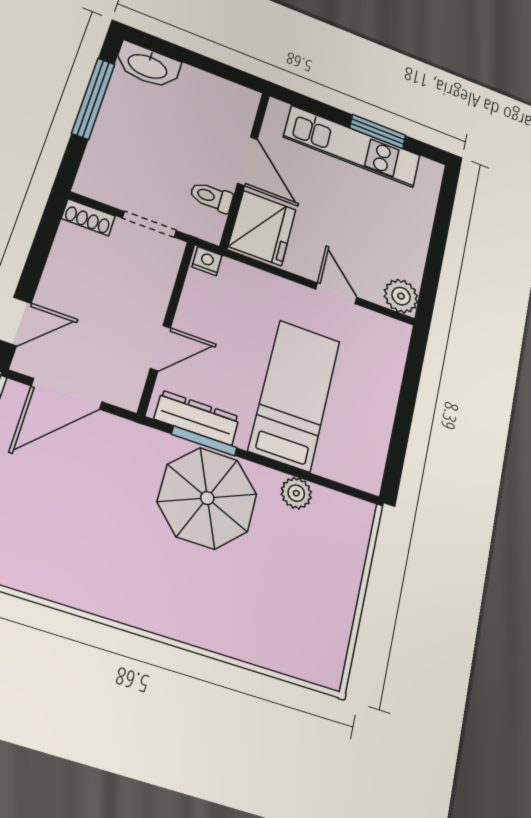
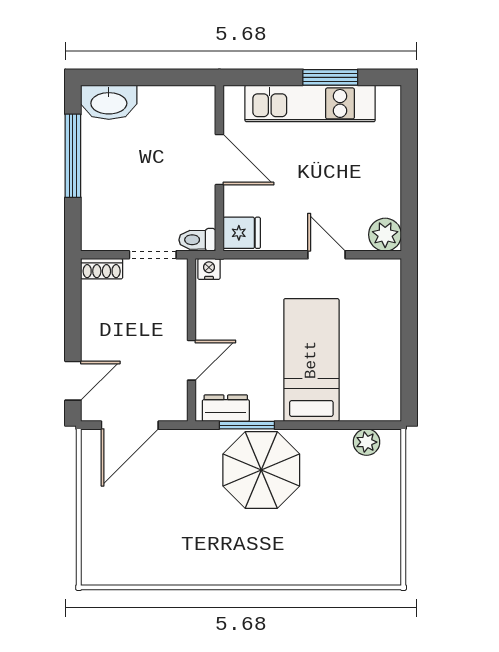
toilet: (211, 197) -> (197, 240), moved
fridge: (262, 228) -> (242, 233), width x0.53, depth x0.75
dresser: (197, 418) -> (226, 408), width x0.70
plant: (296, 493) -> (367, 442), moved

